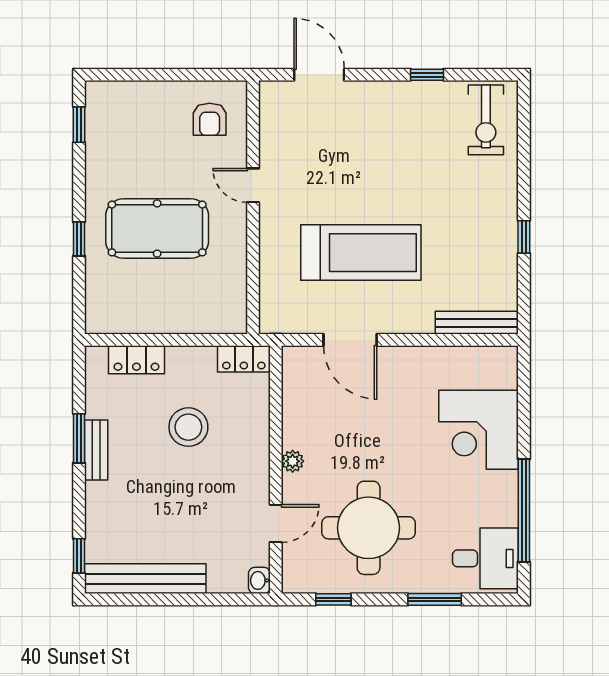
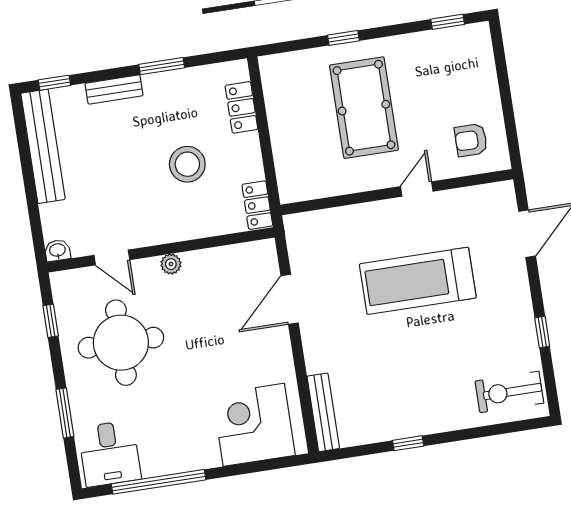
treadmill: (361, 253) -> (418, 281), moved, turned 90
corner desk: (479, 430) -> (254, 425), moved
bench: (96, 450) -> (114, 89), moved

